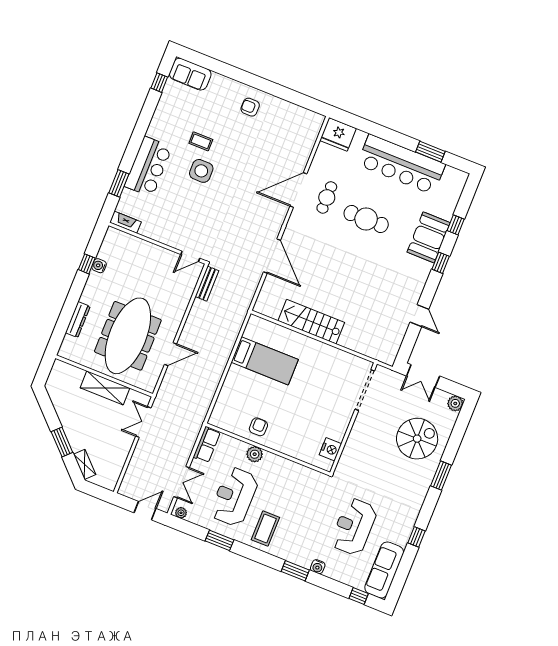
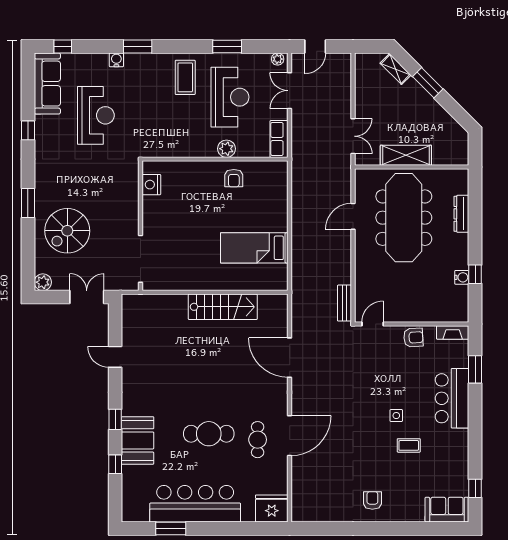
armchair: (250, 107) -> (372, 500), turned -90
side table: (201, 171) -> (396, 416), width x0.54, depth x0.54
armchair: (160, 231) -> (413, 337), added

